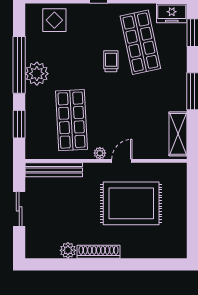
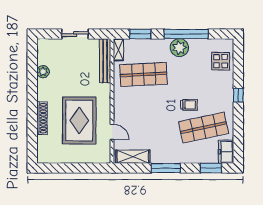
shelving: (39, 153) -> (118, 50), added
plant: (100, 153) -> (118, 96), removed
door: (122, 161) -> (112, 132), moved
shoe rack: (99, 252) -> (42, 118), moved

